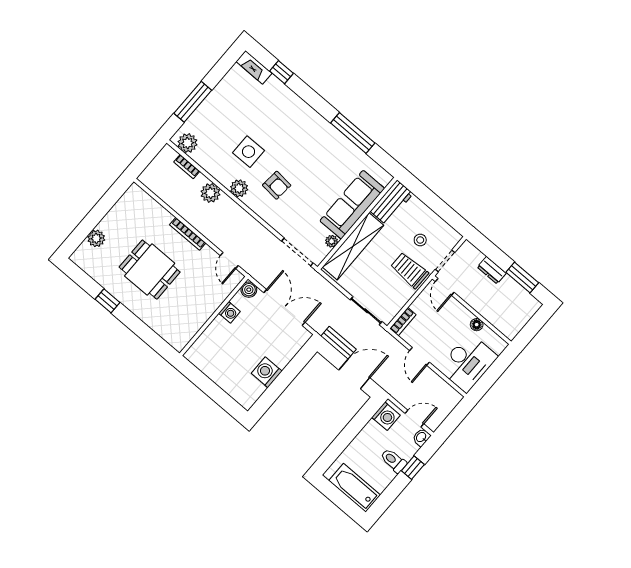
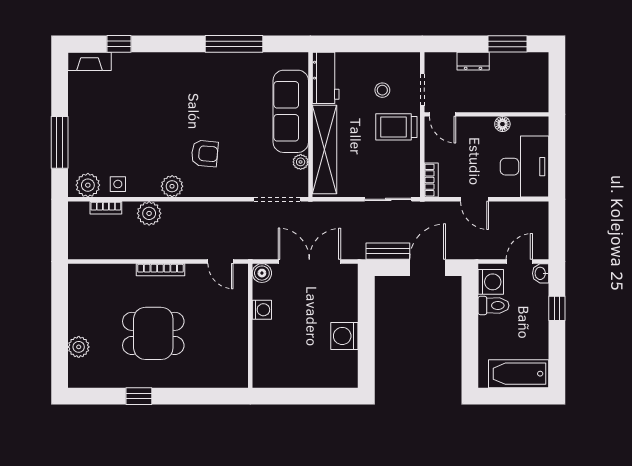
side table: (249, 152) -> (118, 184), moved, width x0.54, depth x0.54
toilet: (393, 461) -> (494, 305), moved, turned 180

